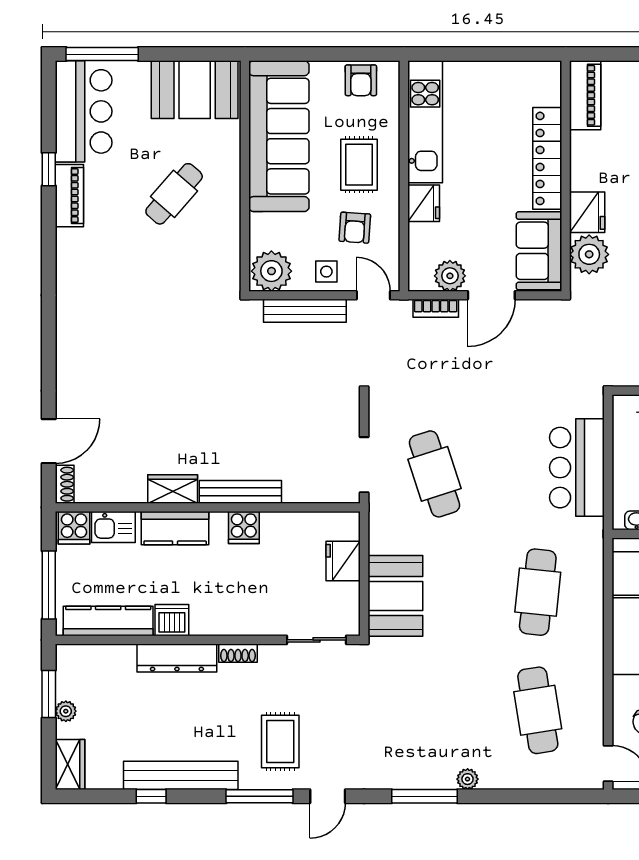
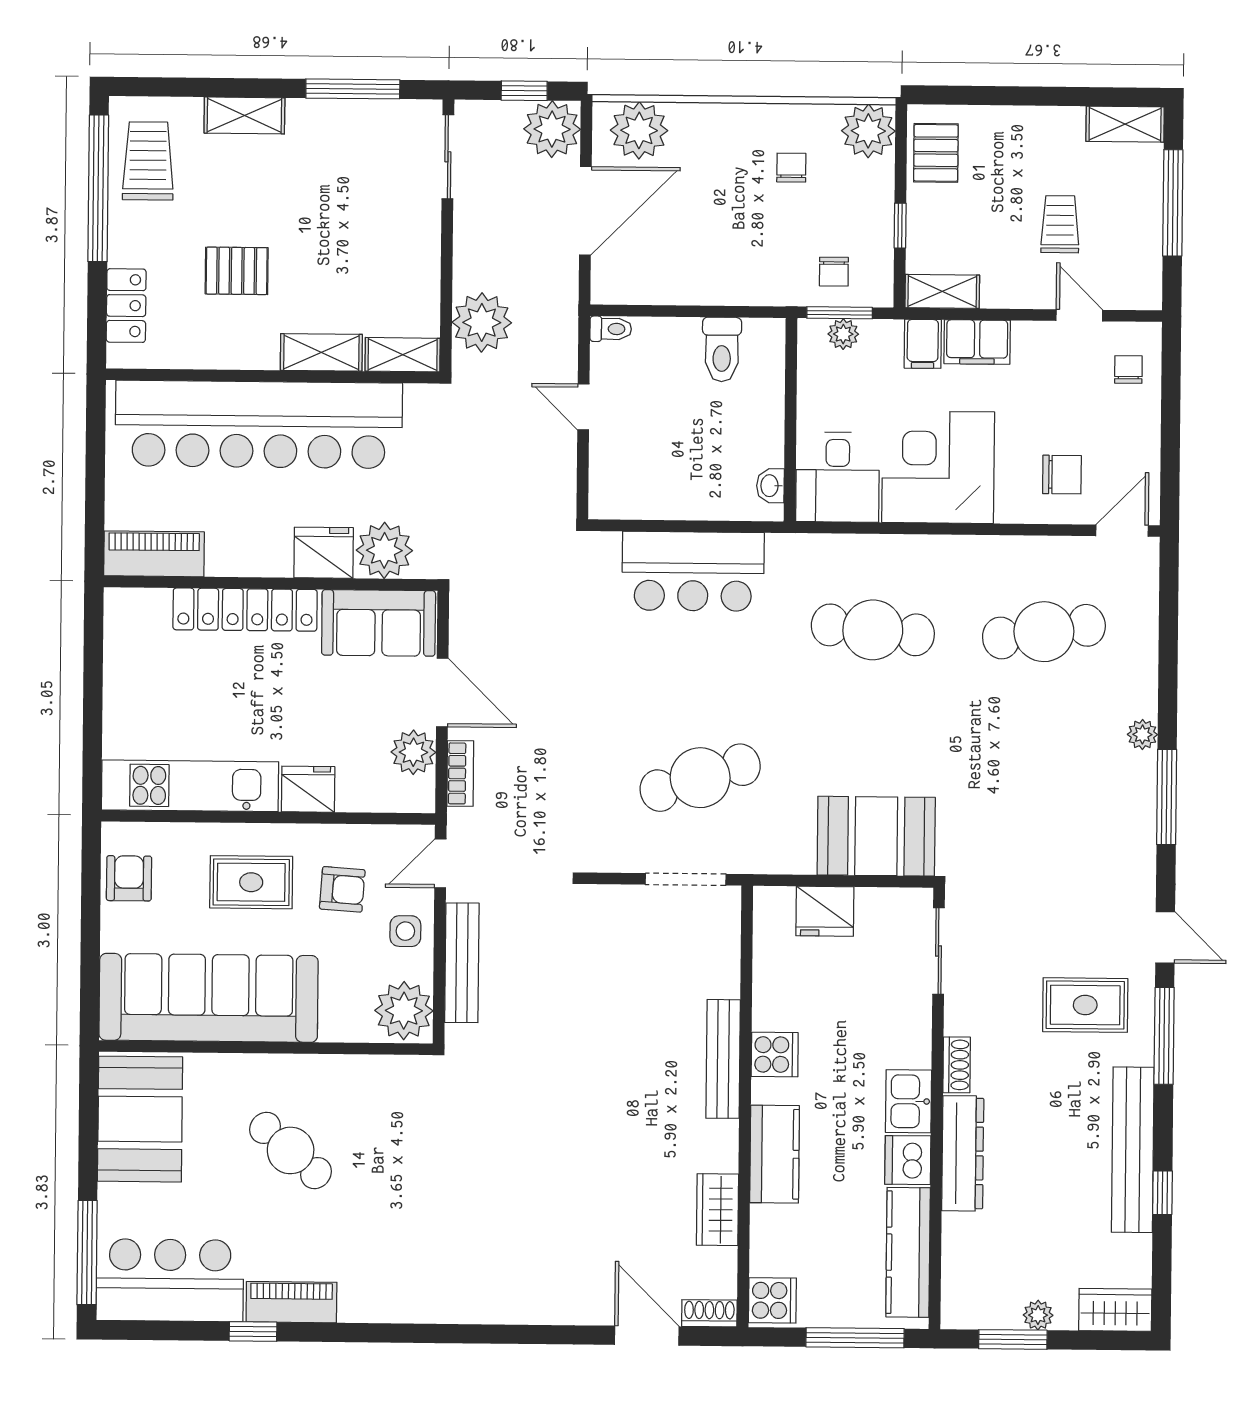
armchair: (361, 80) -> (129, 878), turned -90
wardrobe: (173, 489) -> (717, 1210), moved
kitchen sink: (113, 527) -> (908, 1101), moved, turned 180

